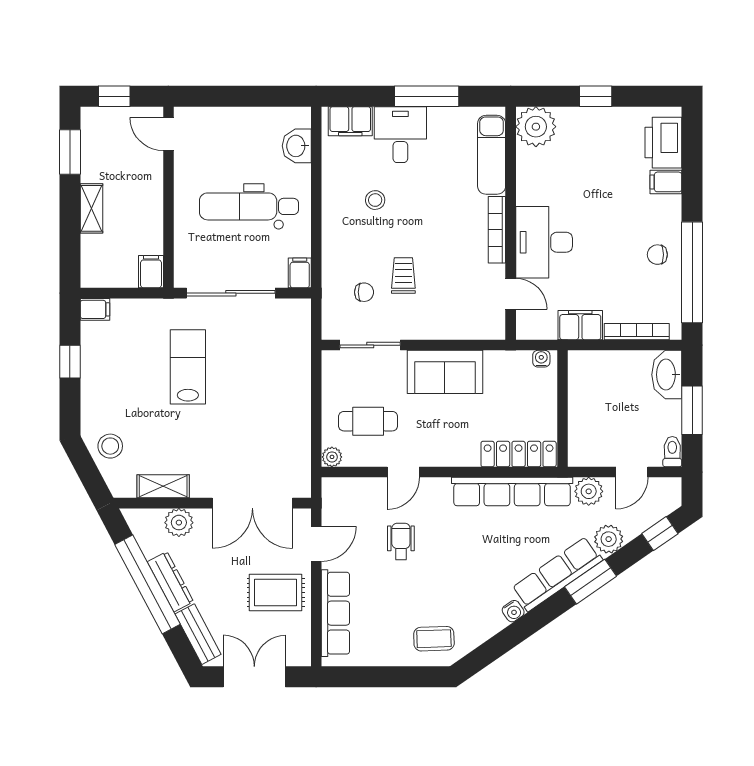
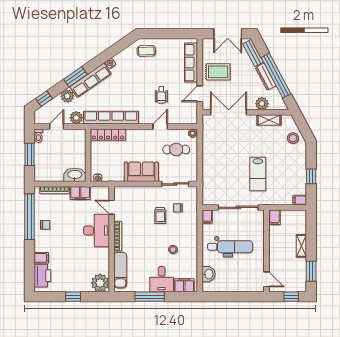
washbasin: (667, 375) -> (75, 175), moved, turned -90

